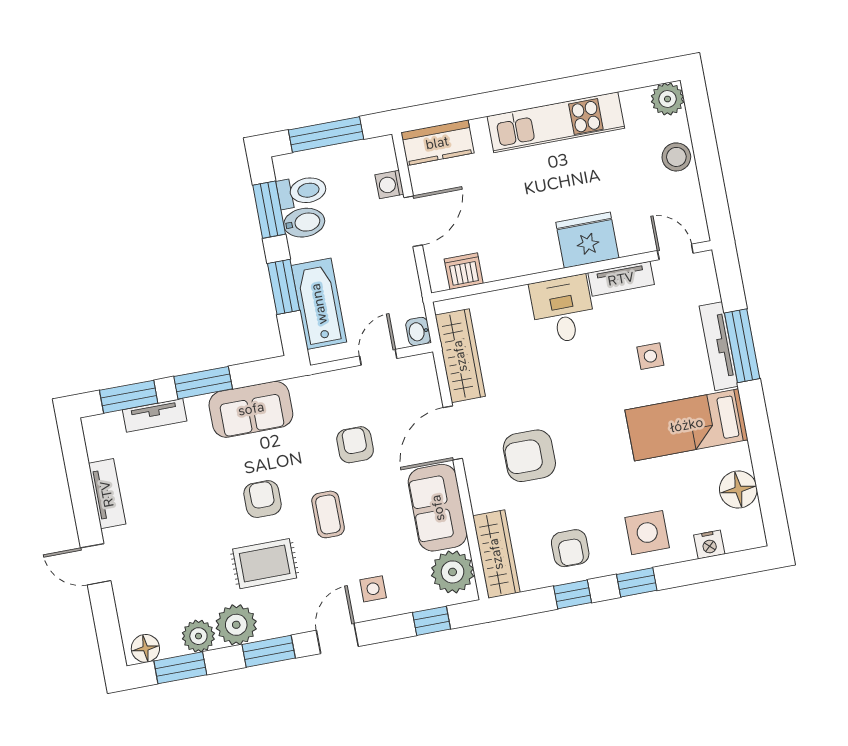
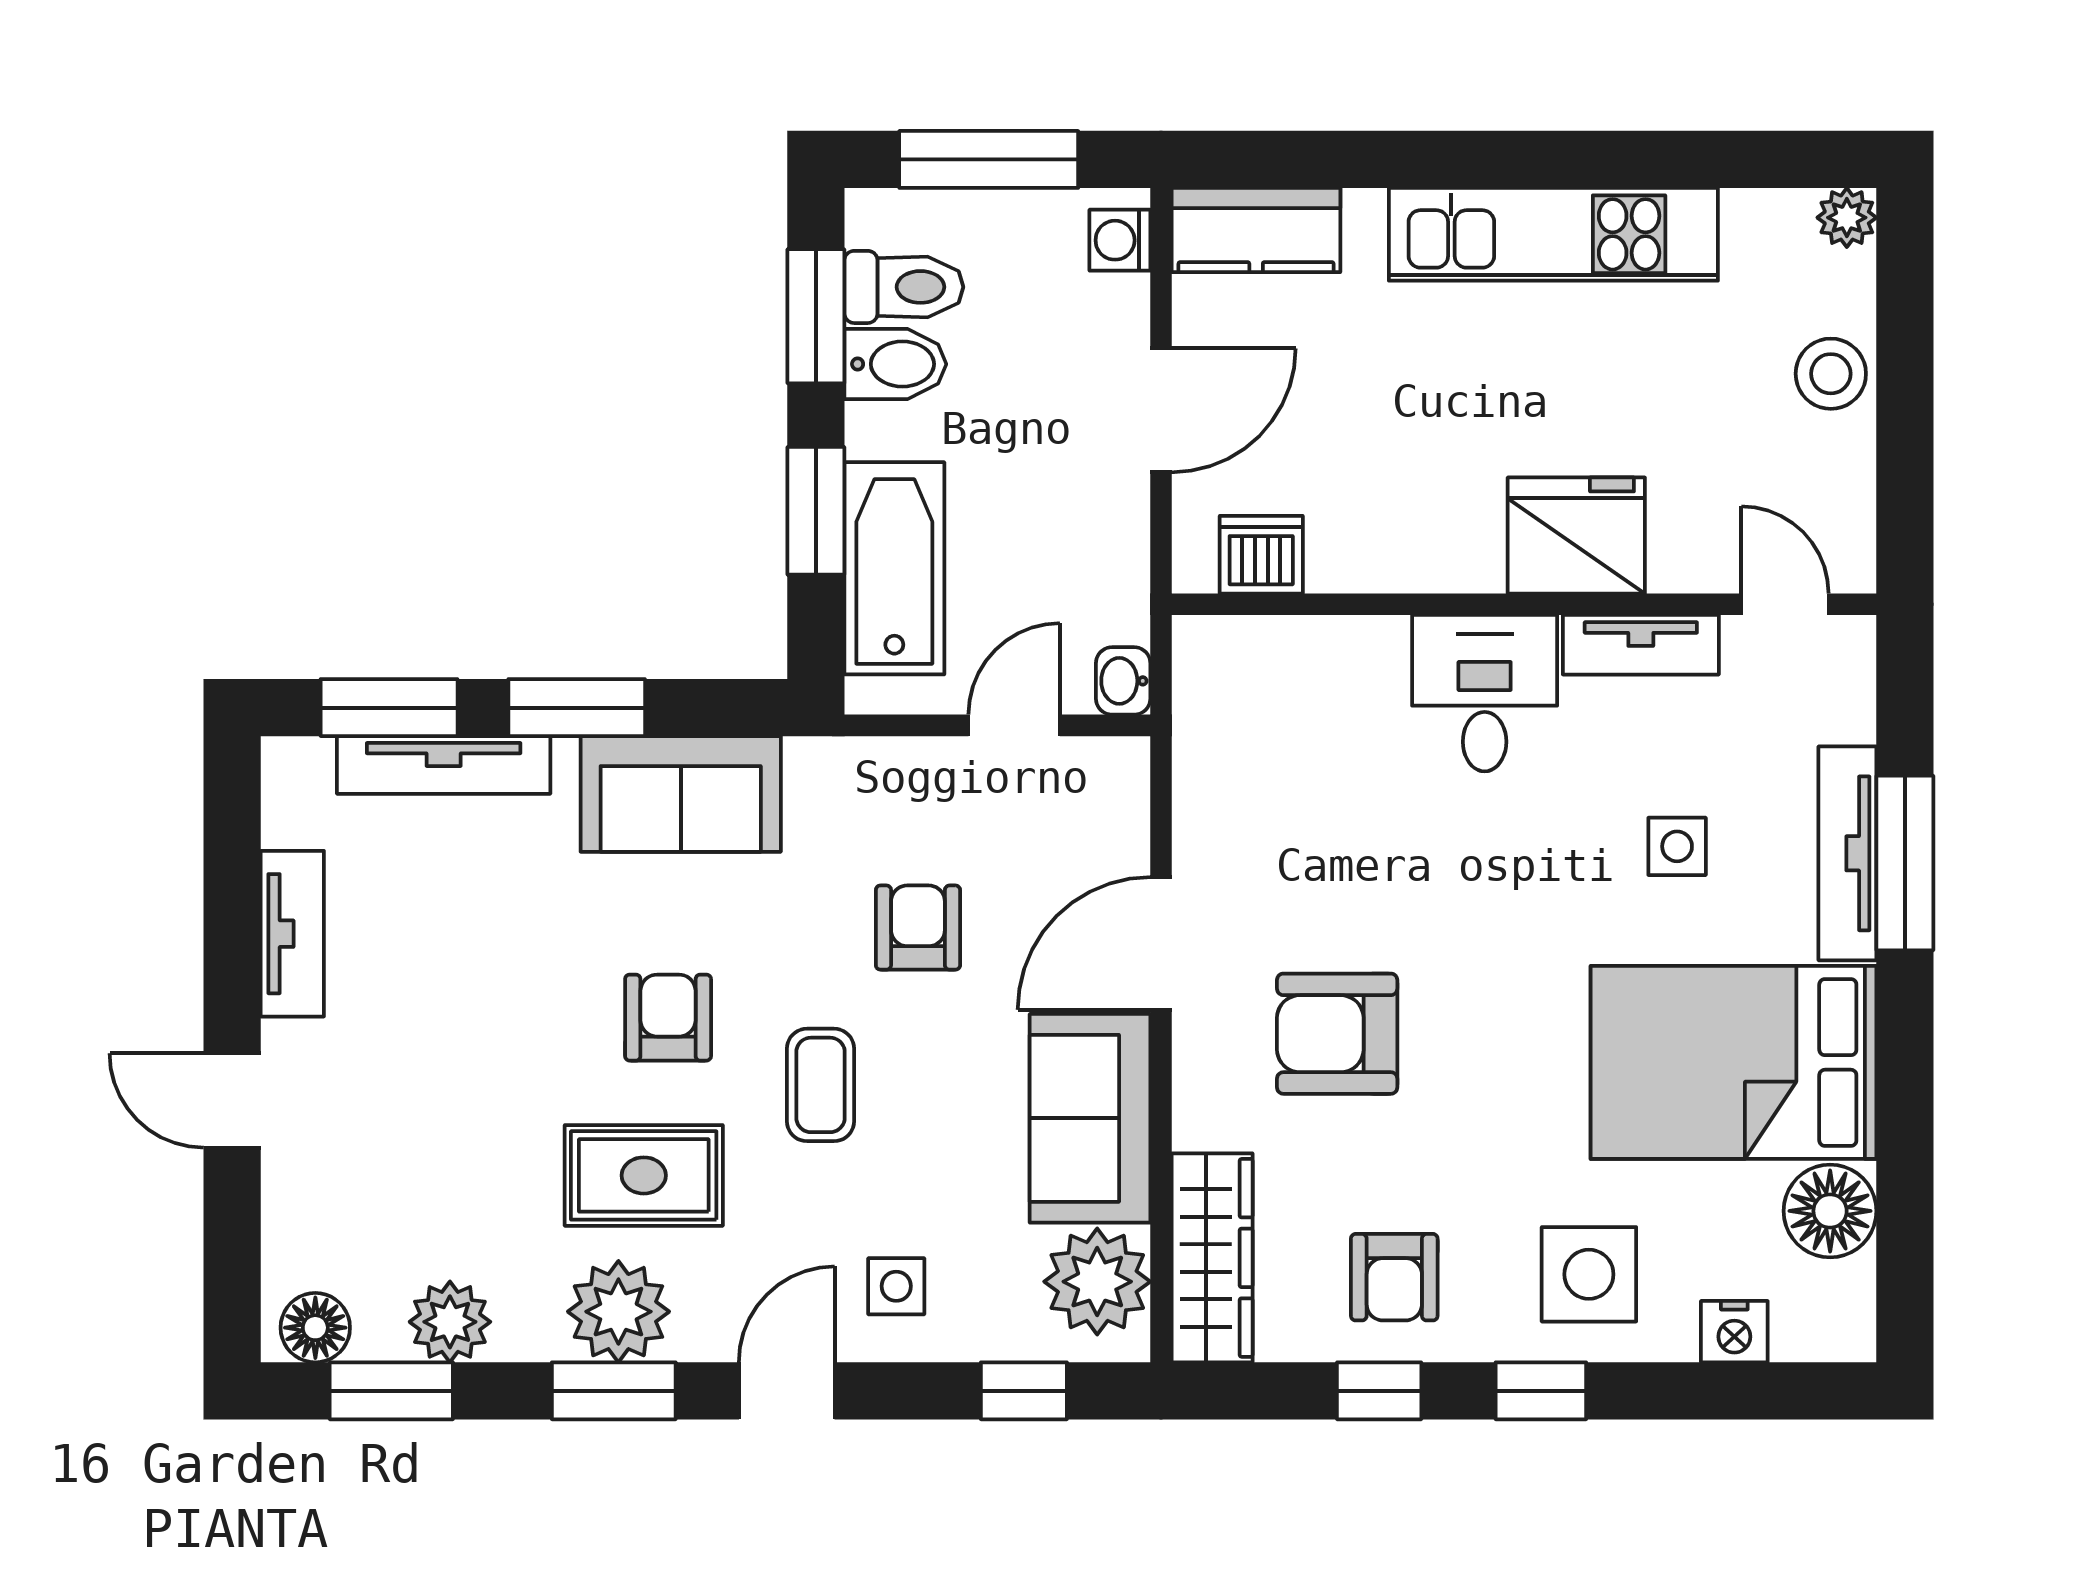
plant: (668, 99) -> (1847, 218), width x0.73, depth x0.73
washing machine: (389, 185) -> (1120, 240), moved
wardrobe: (460, 356) -> (1214, 759), removed
tv unit: (155, 415) -> (444, 765), width x1.41
bed: (687, 425) -> (1733, 1062), width x1.50
plant: (236, 625) -> (618, 1312), moved

